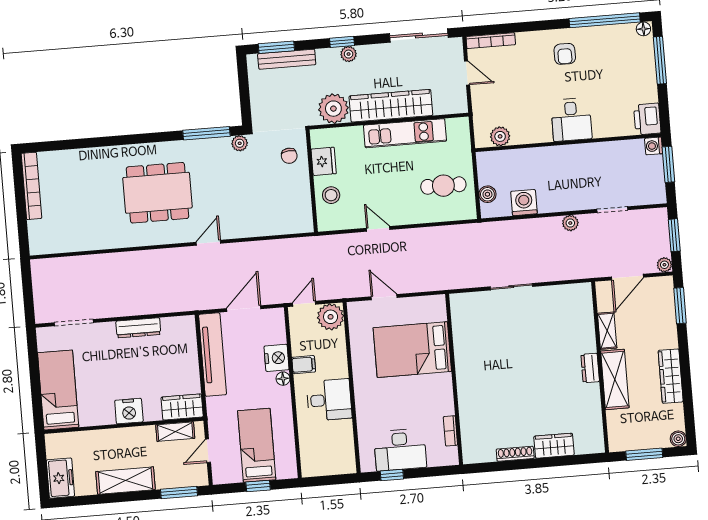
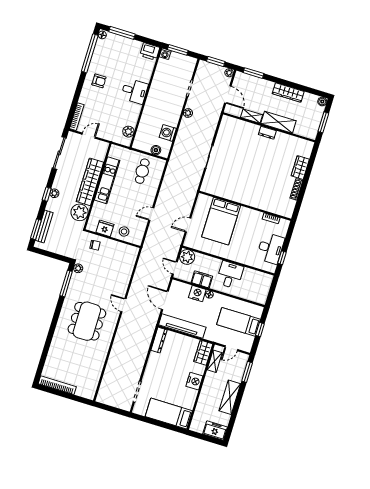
dresser: (138, 328) -> (159, 340), moved
filing cabinet: (304, 365) -> (202, 279), width x2.00
door: (208, 451) -> (231, 348), hinge flipped

